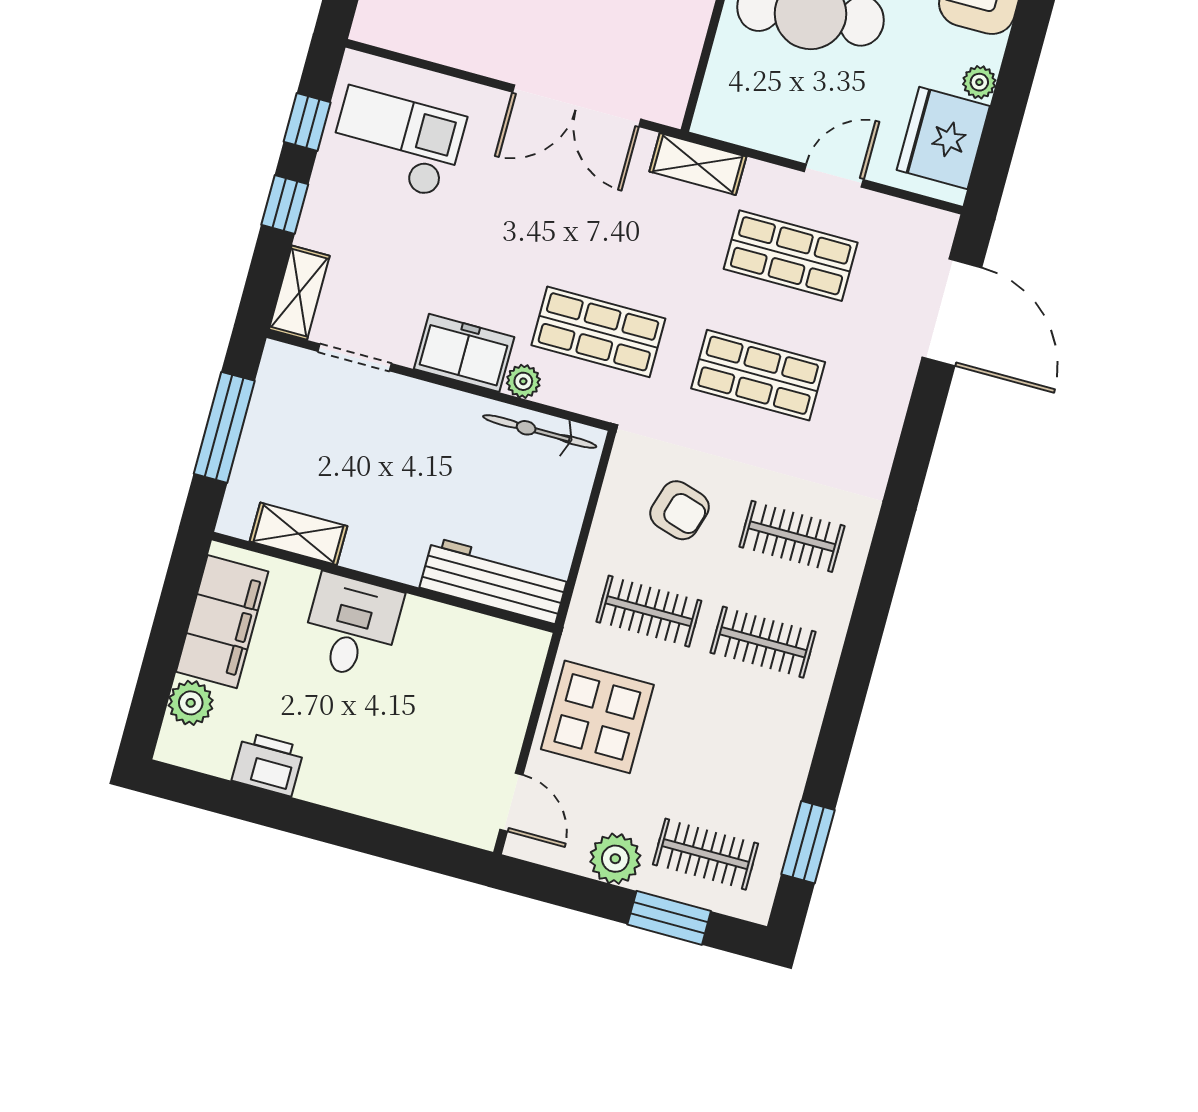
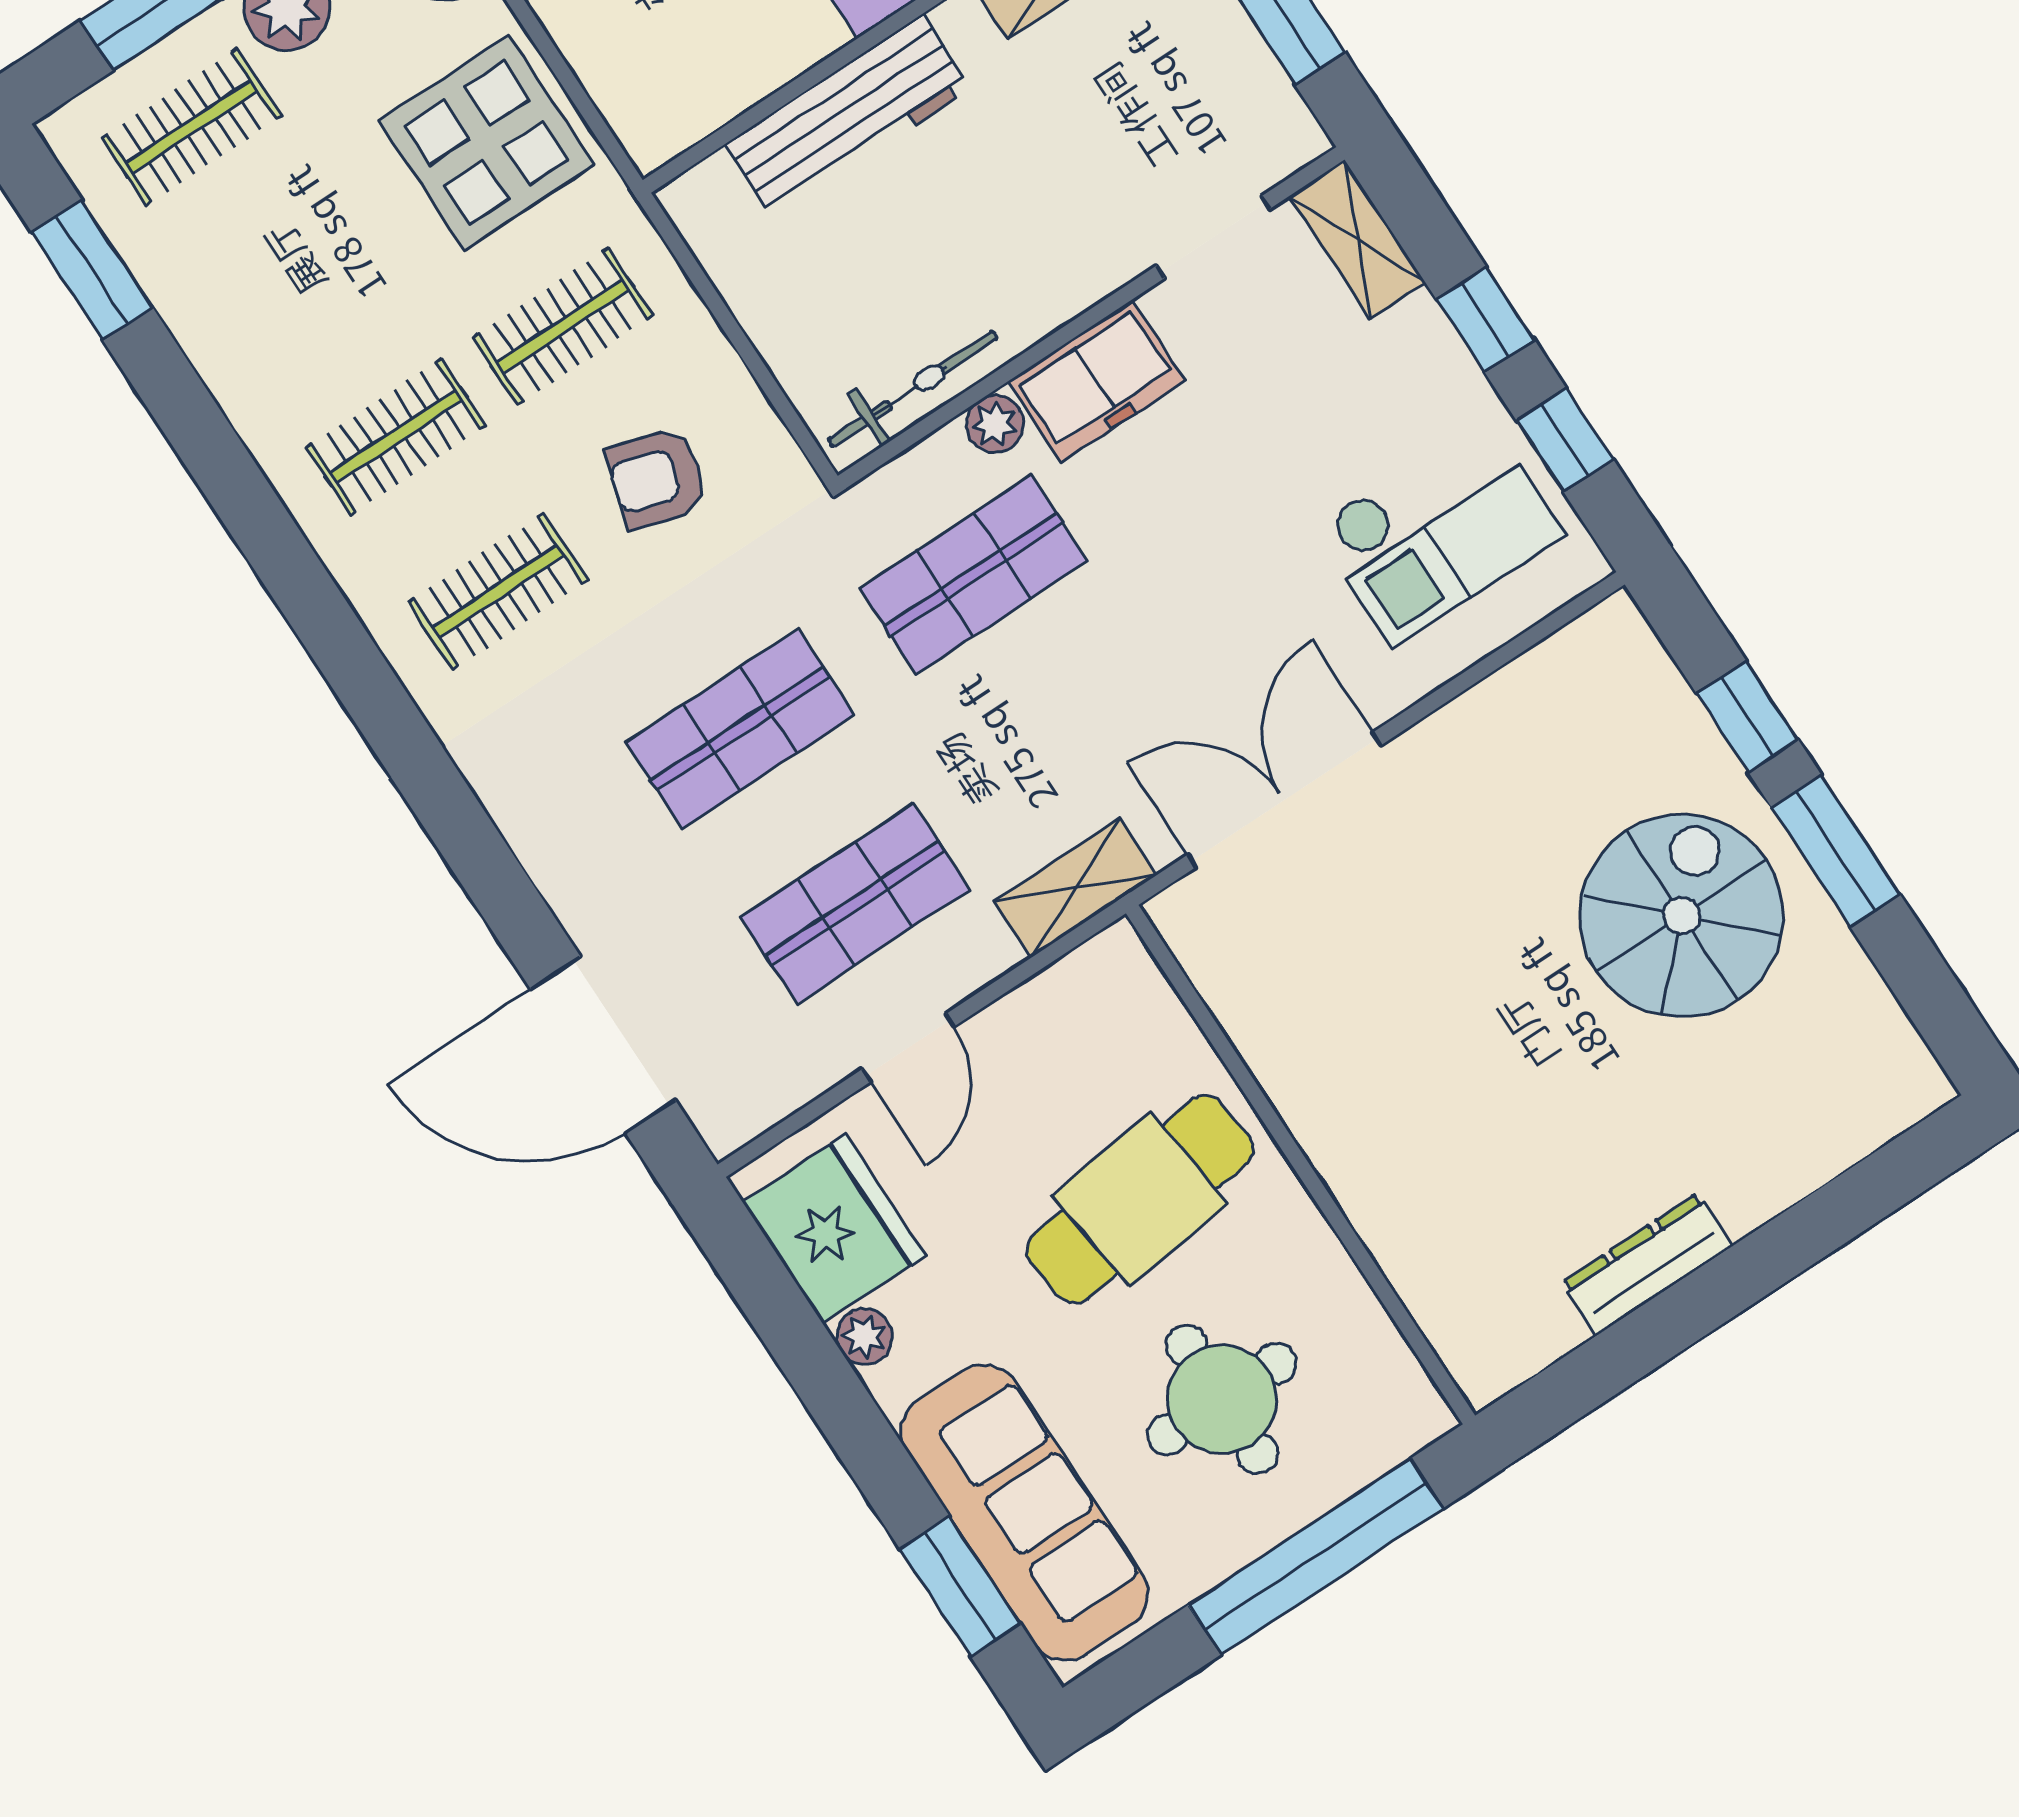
workbench: (494, 581) -> (848, 116), moved

